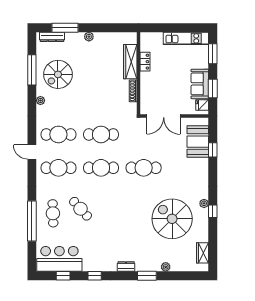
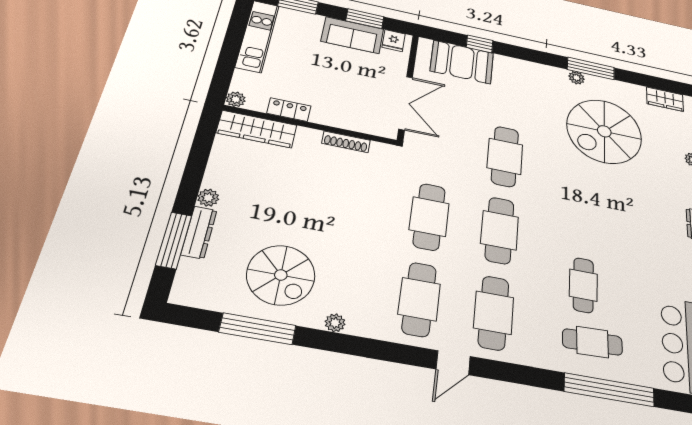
dresser: (52, 37) -> (199, 232), moved
plant: (145, 37) -> (236, 99), added
wardrobe: (130, 62) -> (257, 129), moved
cafe table: (81, 209) -> (583, 285), turned -48
window: (213, 211) -> (591, 68), width x2.17

